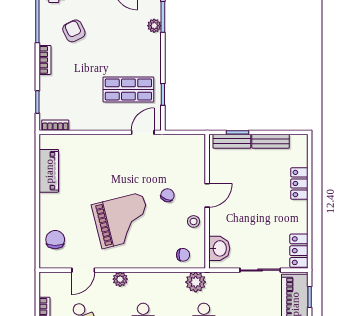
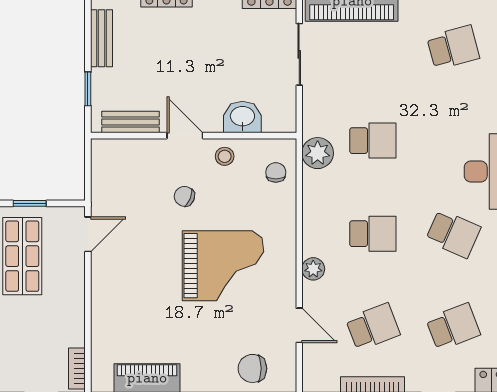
door: (143, 132) -> (88, 234), swing flipped
bench: (232, 141) -> (131, 122), moved, turned 90
grand piano: (122, 220) -> (223, 266), turned 104
washbasin: (219, 248) -> (242, 117), moved

